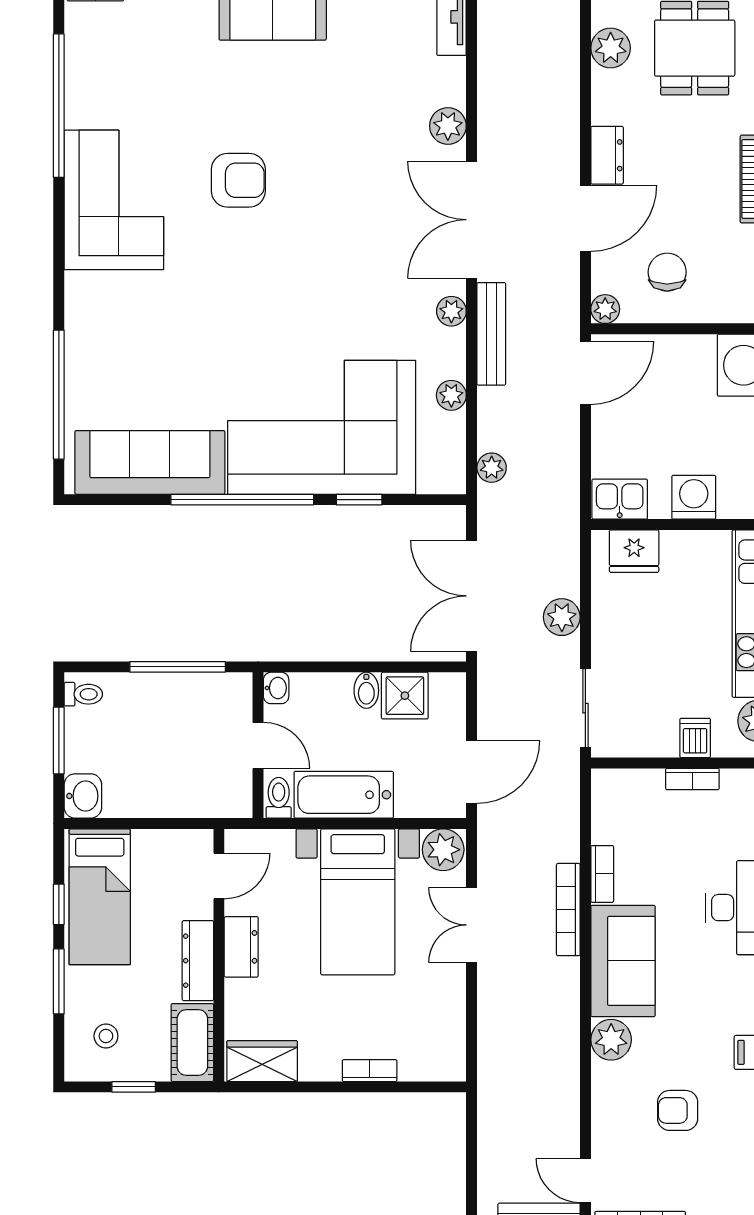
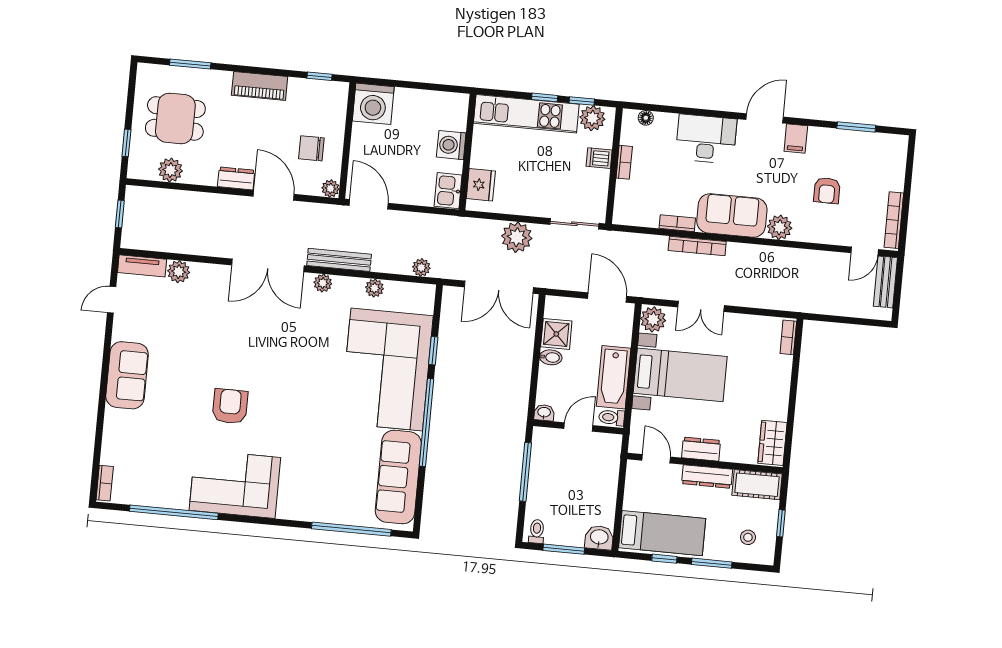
plant: (448, 126) -> (179, 272), moved
plant: (562, 617) -> (517, 237), width x1.36, depth x1.36
bookcase: (370, 1071) -> (788, 337), moved

